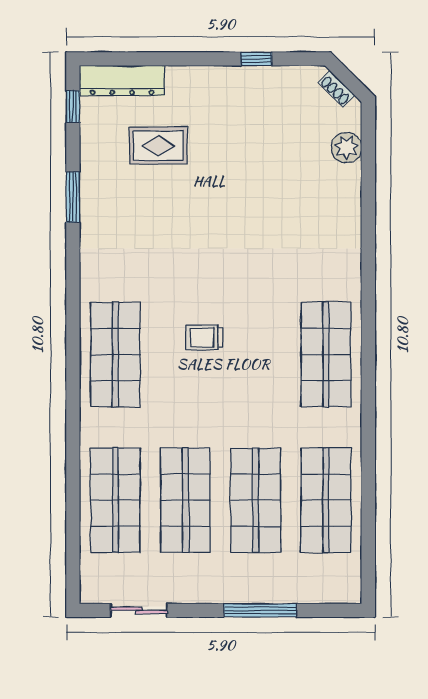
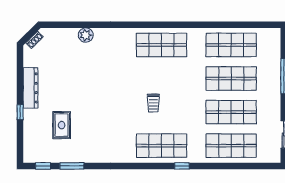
window: (256, 59) -> (20, 112), moved
dresser: (122, 81) -> (31, 88), moved
plant: (346, 148) -> (86, 35), moved
window: (73, 197) -> (72, 166), moved
window: (73, 397) -> (182, 166), added

